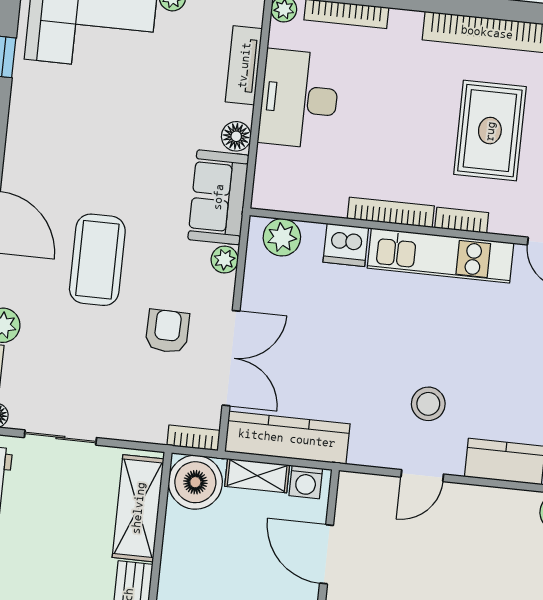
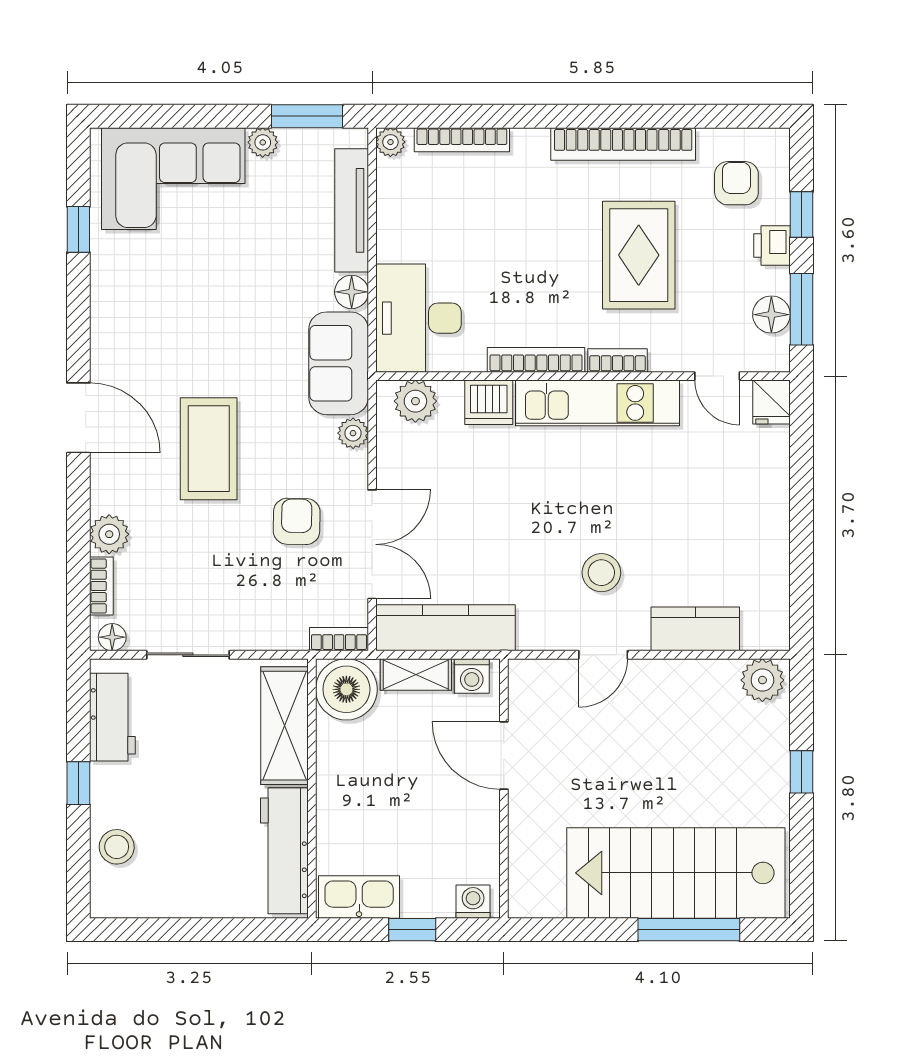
tv unit: (244, 65) -> (352, 210), width x1.41
desk: (299, 99) -> (418, 318), moved

